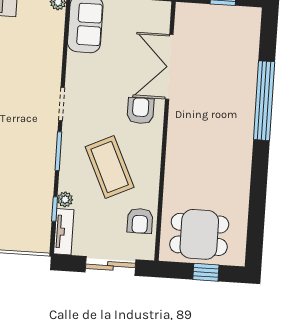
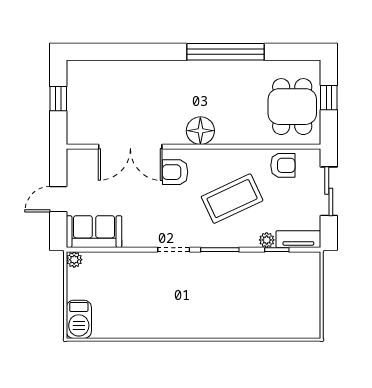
window: (264, 101) -> (226, 52), moved
floor lamp: (181, 139) -> (200, 131), added

